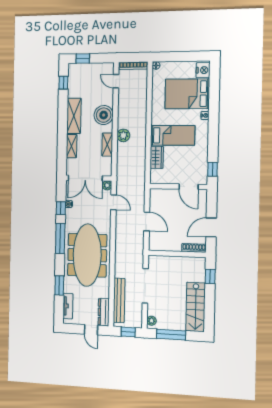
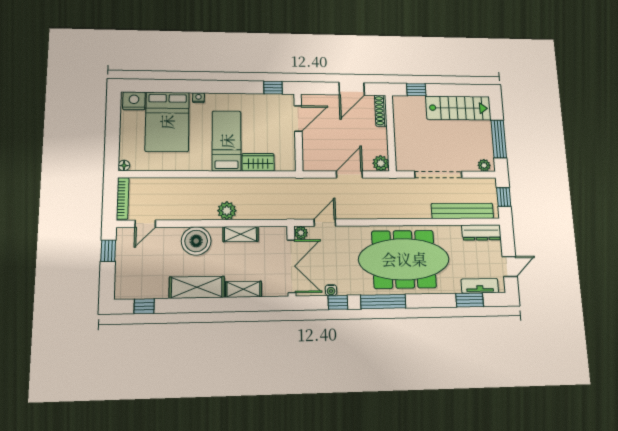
window: (83, 58) -> (108, 251), moved
door: (211, 227) -> (352, 89), hinge flipped
plant: (154, 245) -> (381, 163), added
window: (59, 285) -> (470, 300), moved
door: (91, 330) -> (510, 267), moved

